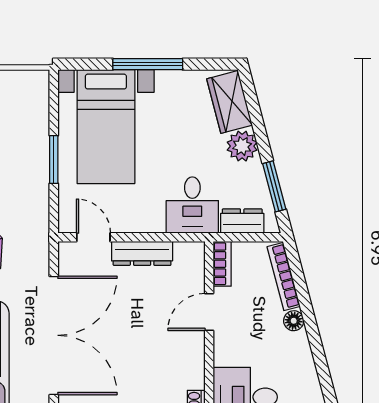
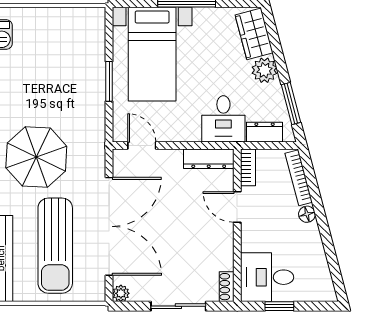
dresser: (142, 253) -> (209, 159), moved
door: (209, 312) -> (237, 207), hinge flipped

